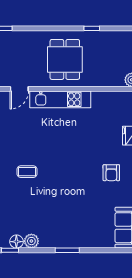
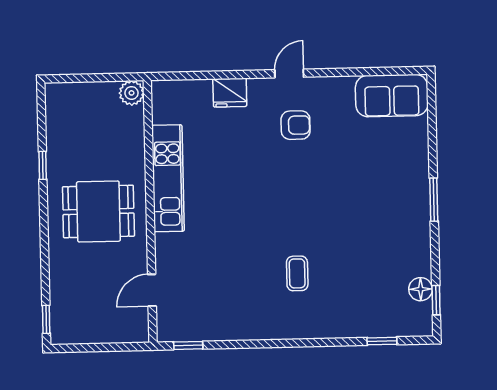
door: (19, 89) -> (152, 290), swing flipped
kitchen unit: (60, 99) -> (168, 178), moved
plant: (31, 241) -> (419, 263), removed

